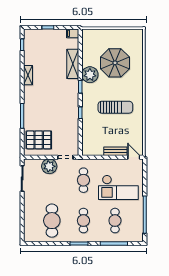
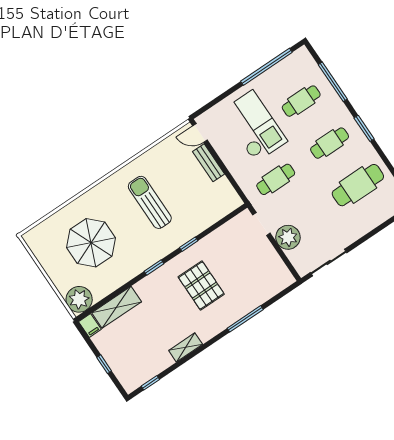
shelving: (73, 64) -> (117, 307), moved
plant: (90, 75) -> (79, 299), moved
pallet: (39, 140) -> (201, 285), moved
door: (134, 157) -> (200, 133), hinge flipped

